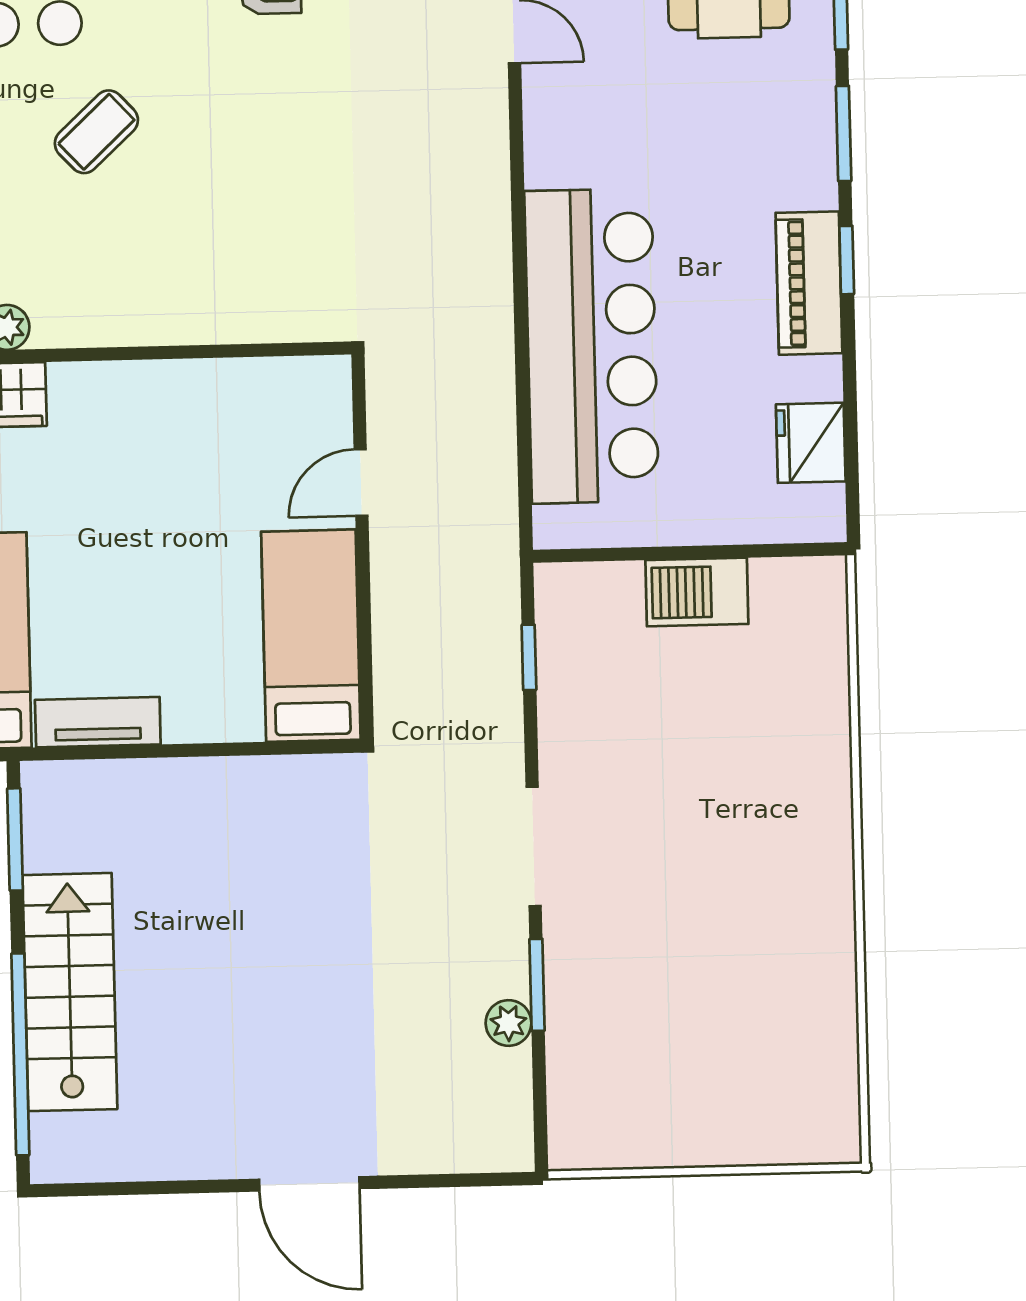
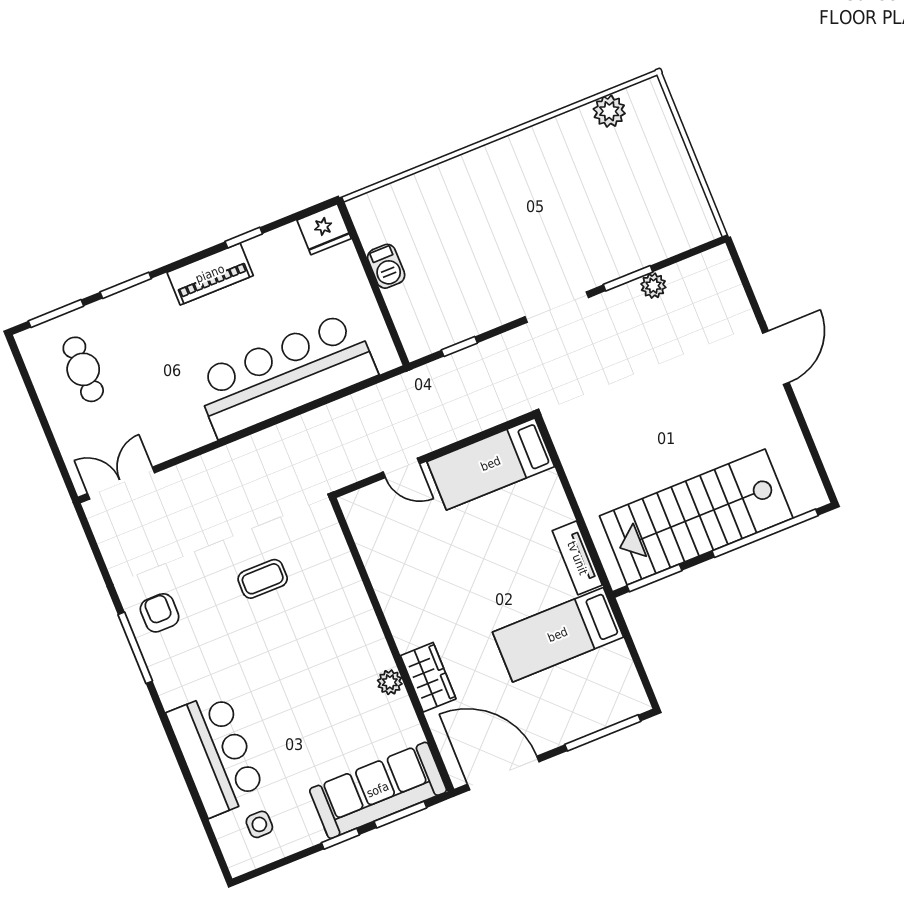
coffee table: (96, 132) -> (263, 579), moved, turned -47
window: (847, 260) -> (244, 238), moved
fridge: (811, 443) -> (324, 229), moved
barbecue: (697, 592) -> (386, 266), width x0.73, depth x0.79
stairs: (70, 992) -> (696, 517), width x1.36, depth x1.51
plant: (831, 1059) -> (609, 111), added

